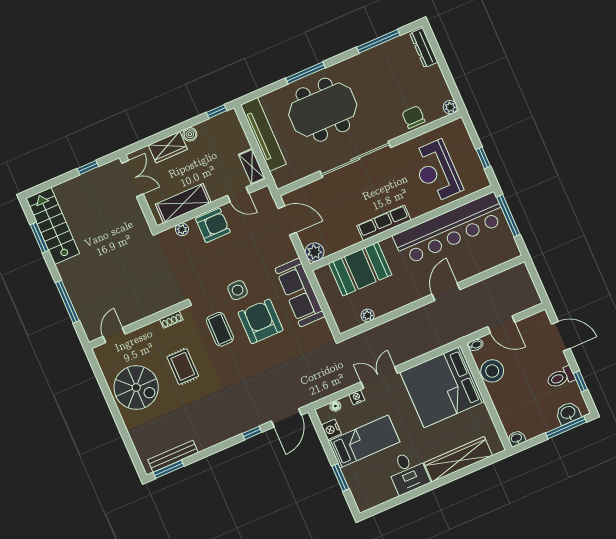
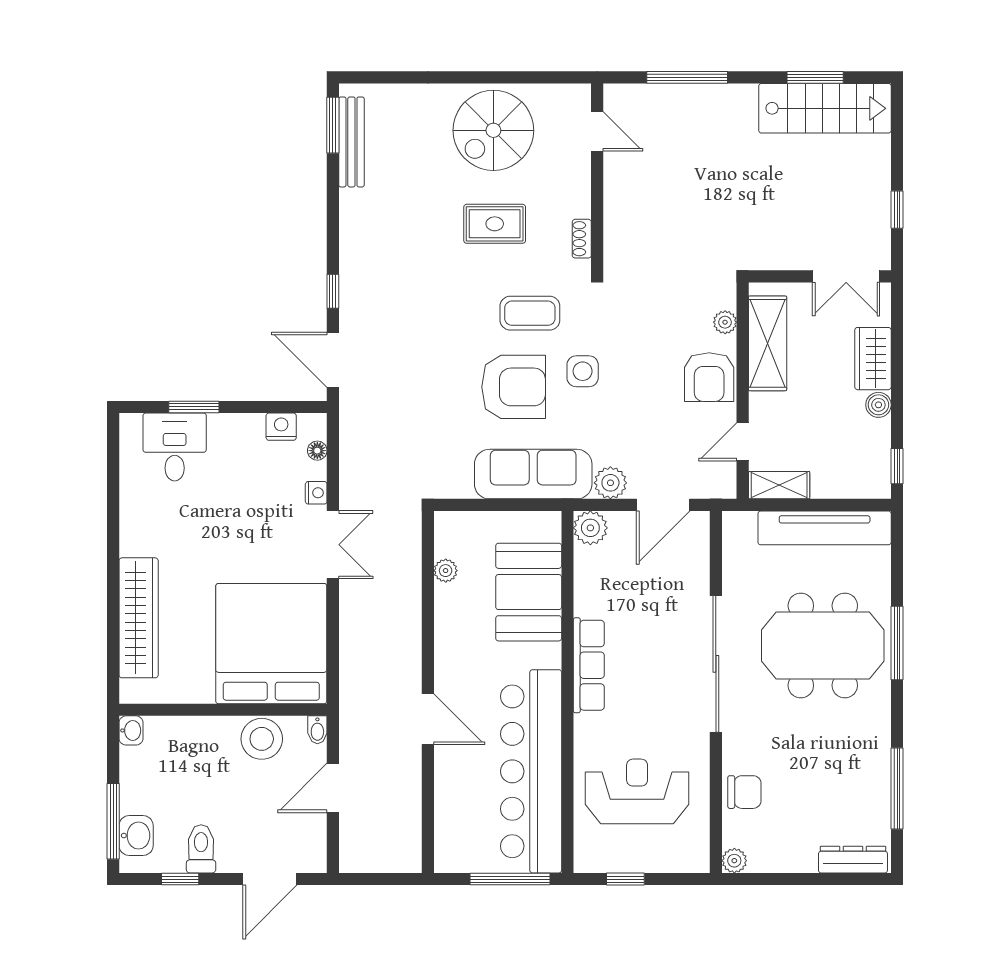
meeting table: (323, 110) -> (823, 646), turned 90
plant: (288, 252) -> (610, 483), added
bed: (364, 442) -> (237, 473), removed
desk: (408, 472) -> (175, 447), moved, turned 90

